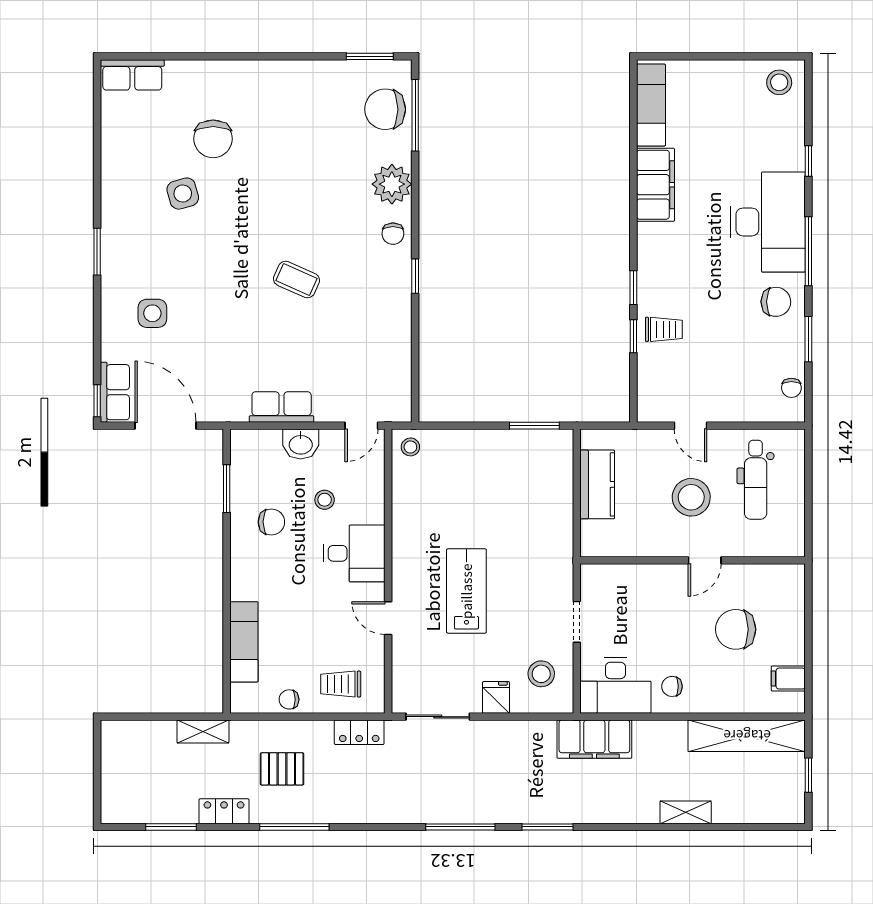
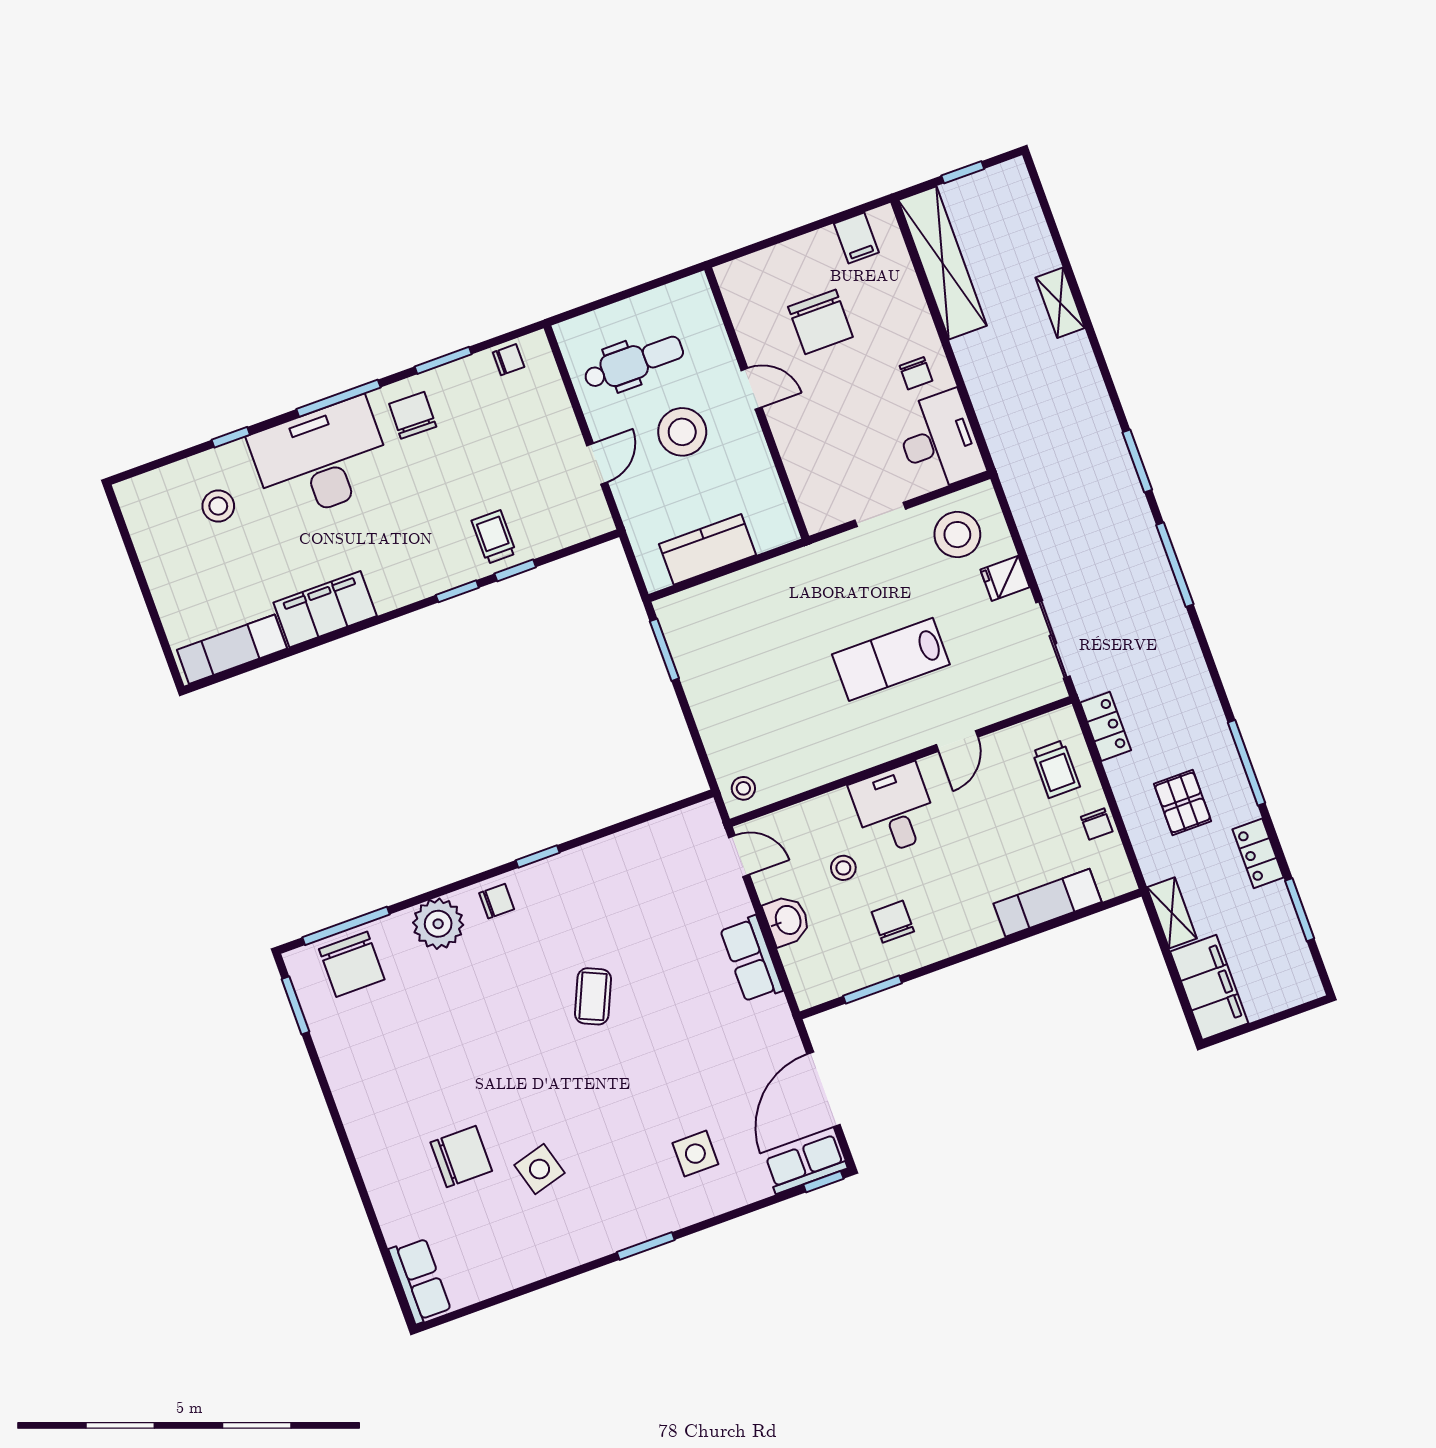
stool: (779, 82) -> (218, 506), moved
stool: (541, 674) -> (957, 535), width x1.38, depth x1.38
filing cabinet: (594, 739) -> (1209, 987), moved

